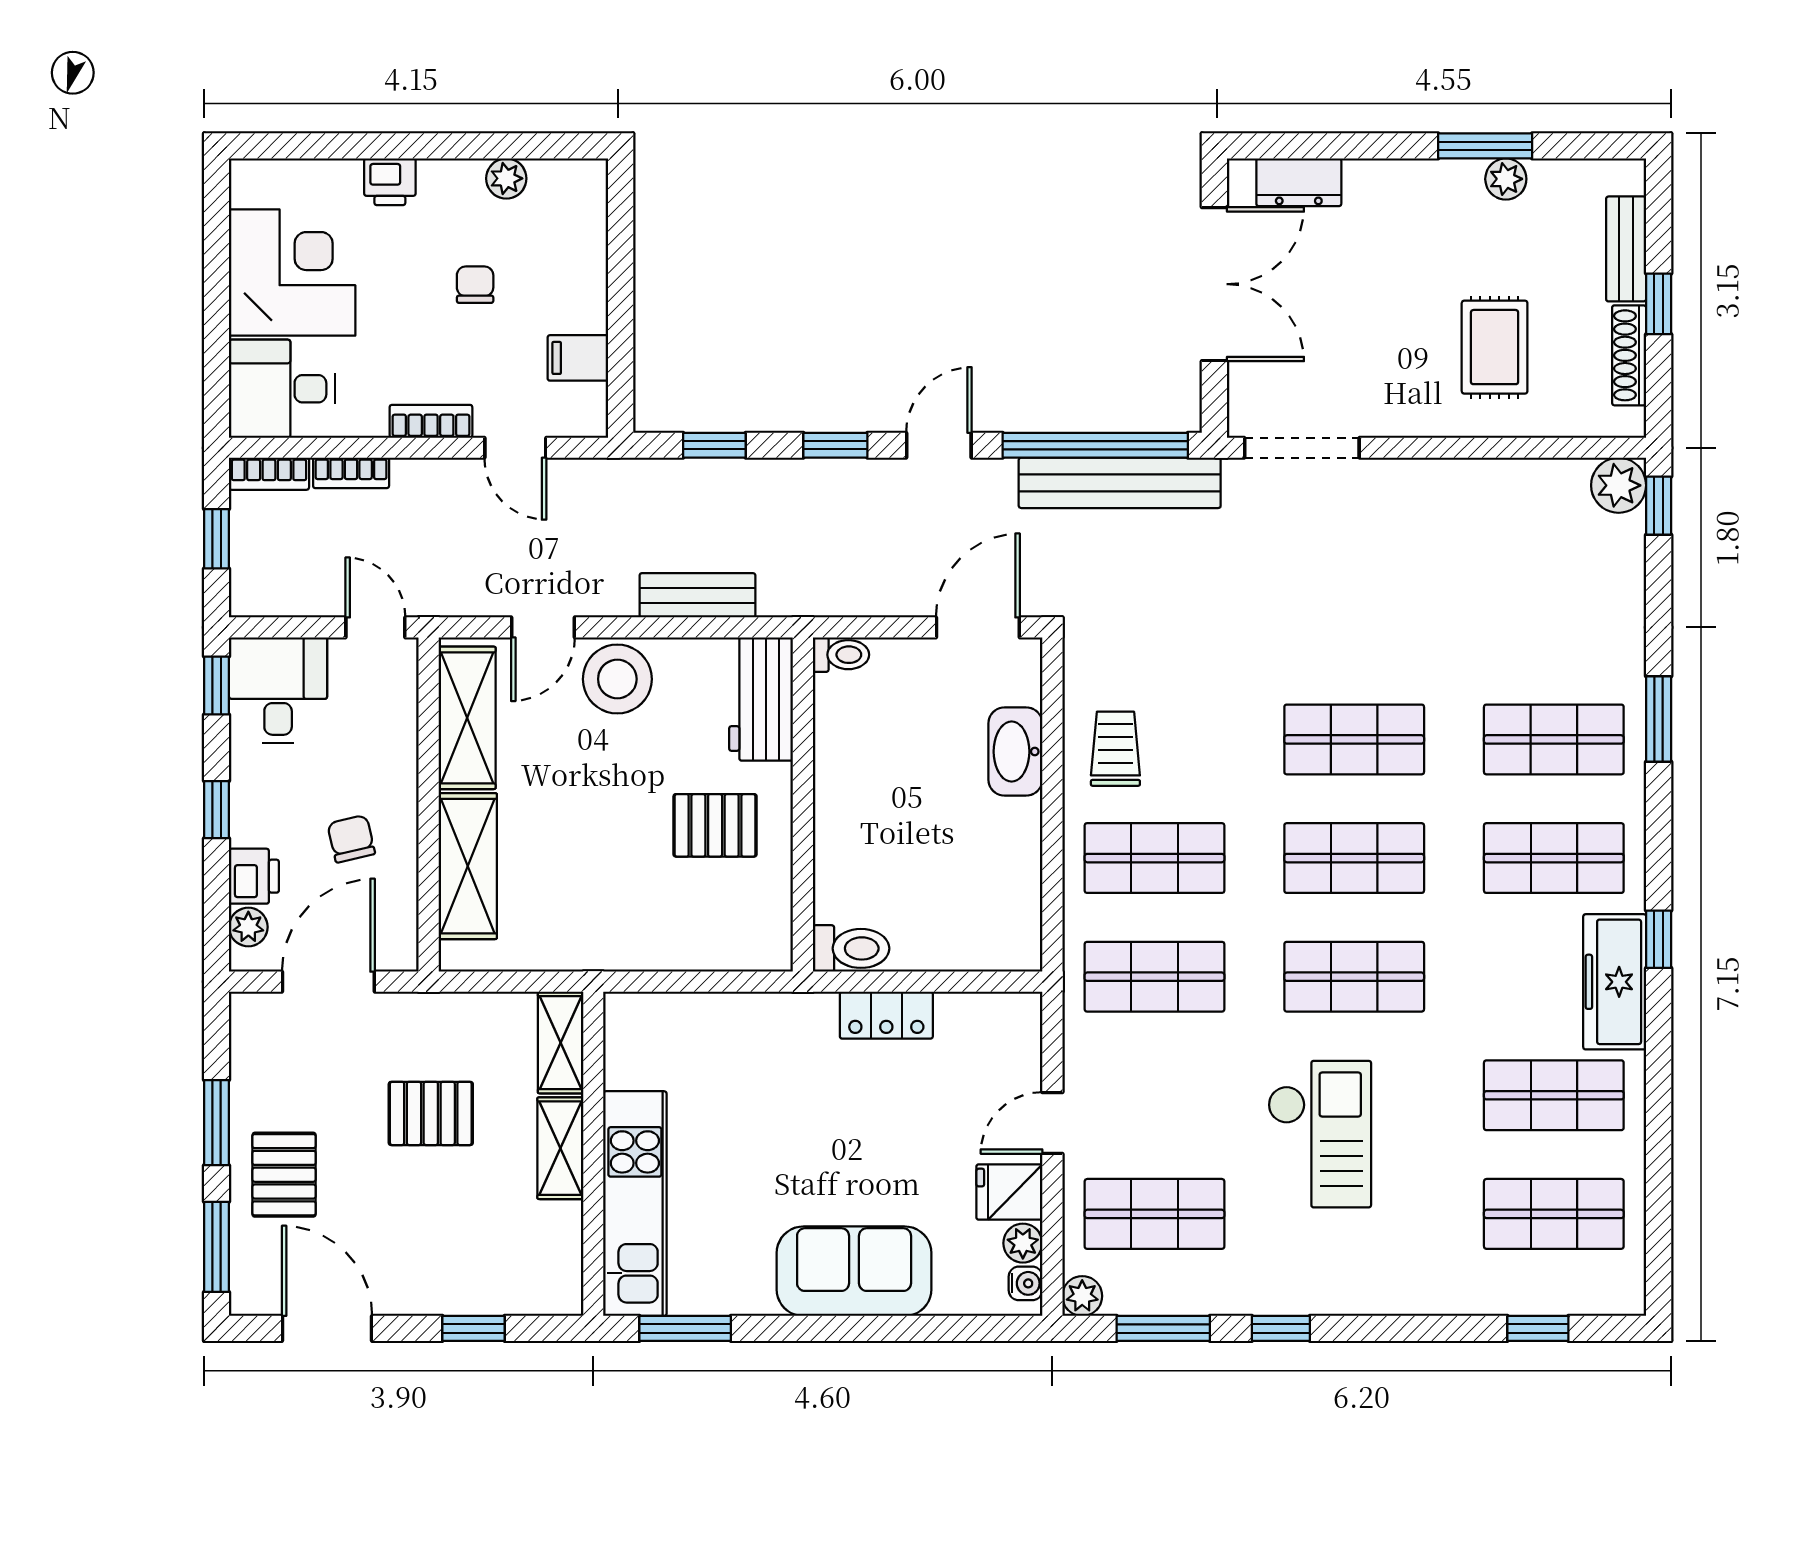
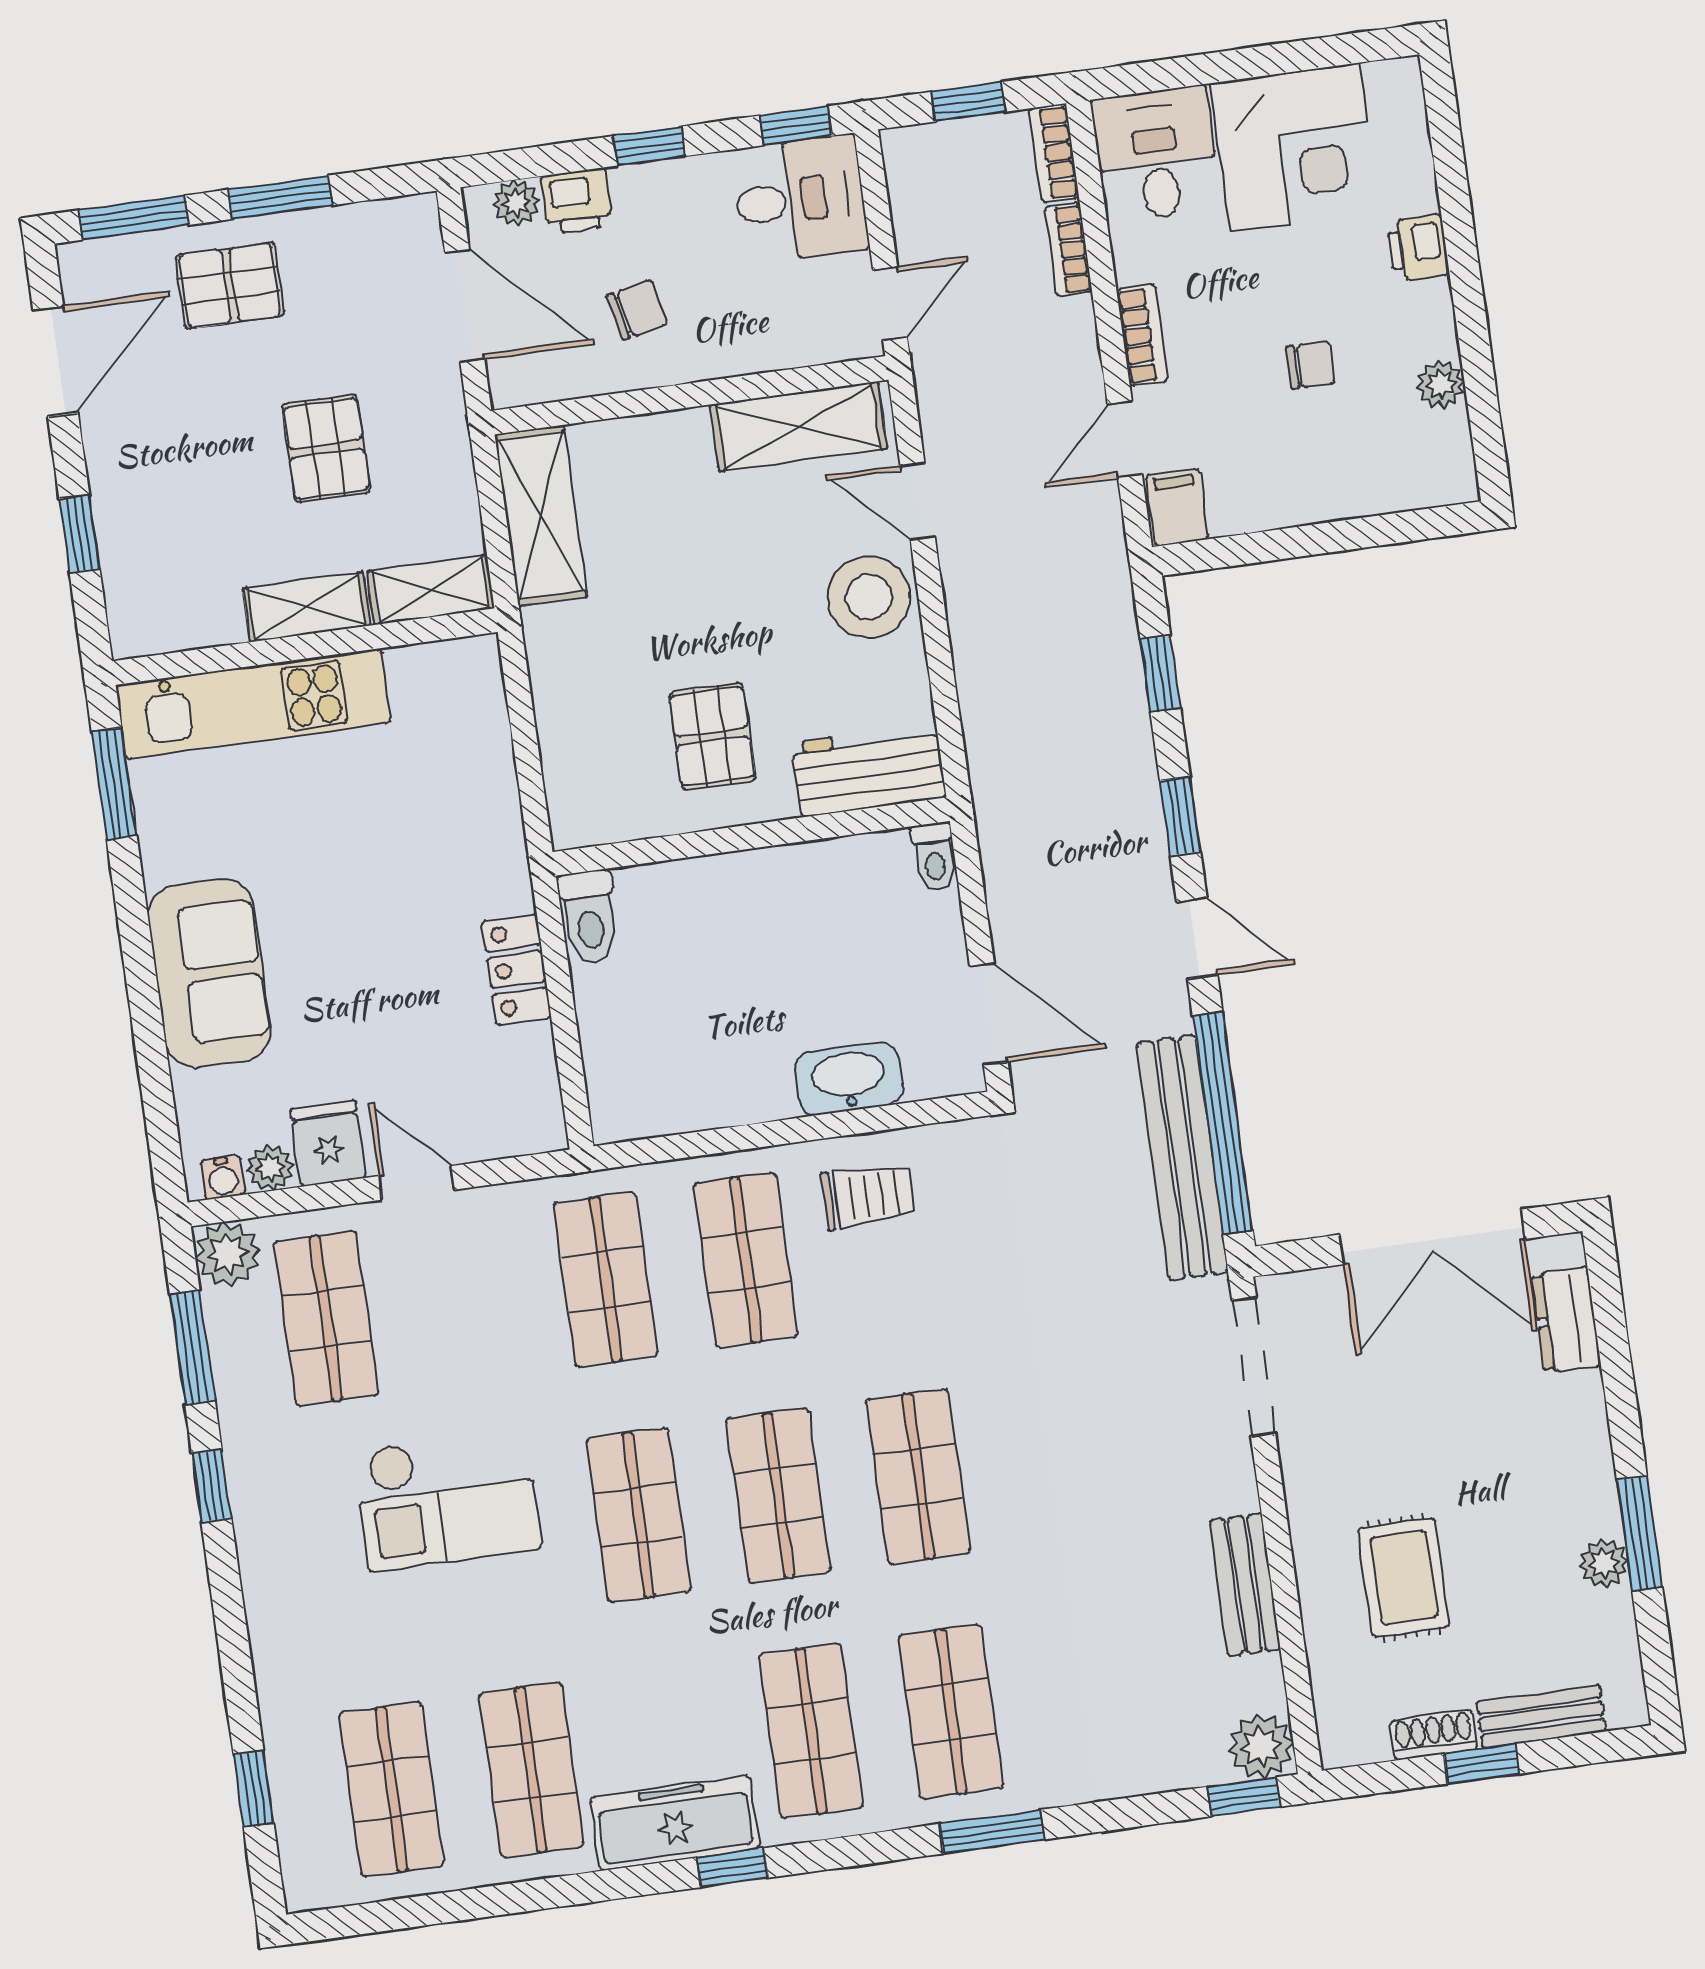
rug: (1495, 347) -> (1404, 1577), turned 90
shoe rack: (1629, 355) -> (1434, 1735), width x0.70
filing cabinet: (578, 358) -> (1177, 507), moved
bench: (697, 595) -> (1245, 1585), moved
shelving: (468, 866) -> (541, 516), moved, turned 90
plant: (1082, 1296) -> (227, 1254), width x1.38, depth x1.38

